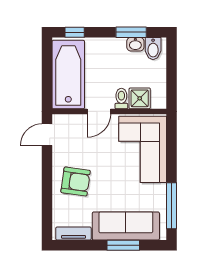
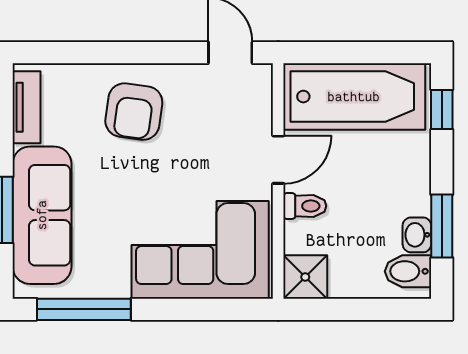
shower: (140, 98) -> (305, 277), moved
door: (99, 111) -> (278, 160), swing flipped

